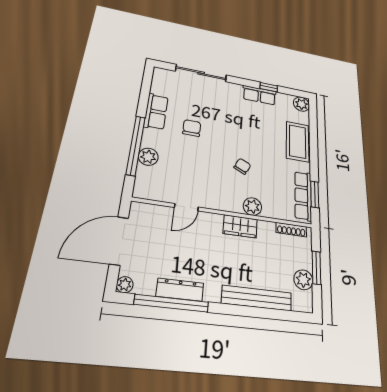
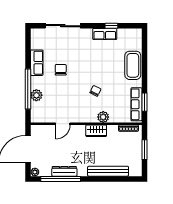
plant: (301, 104) -> (136, 34), removed
plant: (303, 280) -> (136, 158), removed

